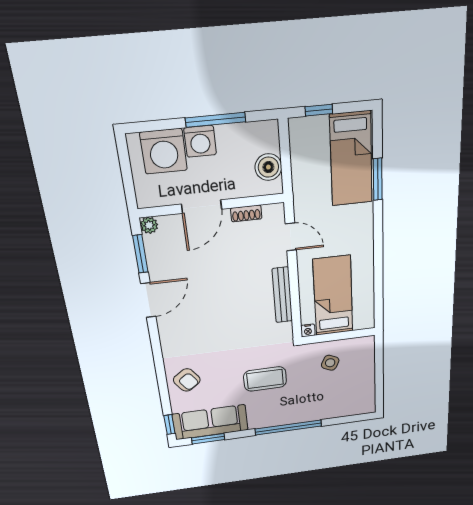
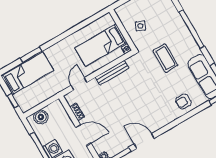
boiler: (268, 167) -> (41, 117), moved
armchair: (187, 380) -> (183, 101), turned -144

